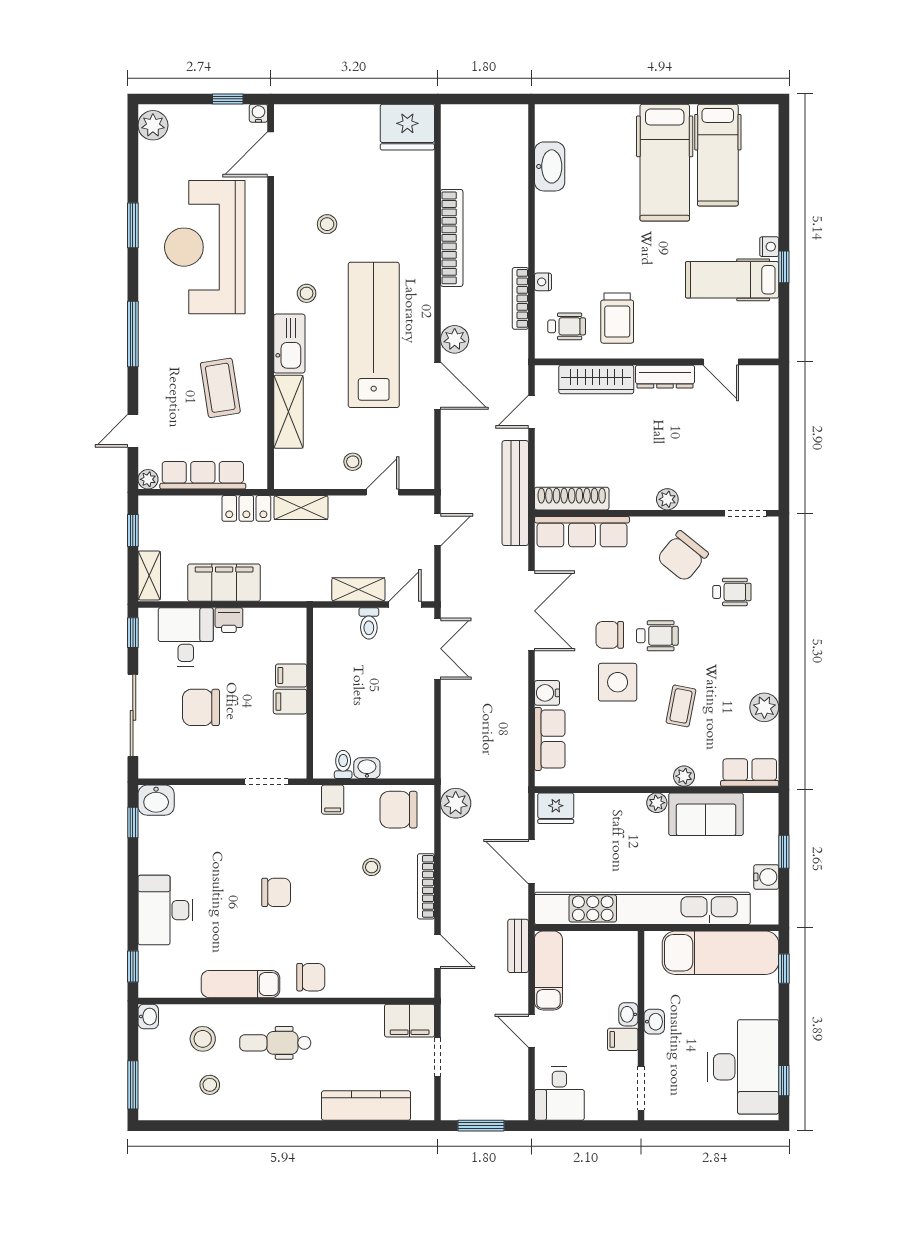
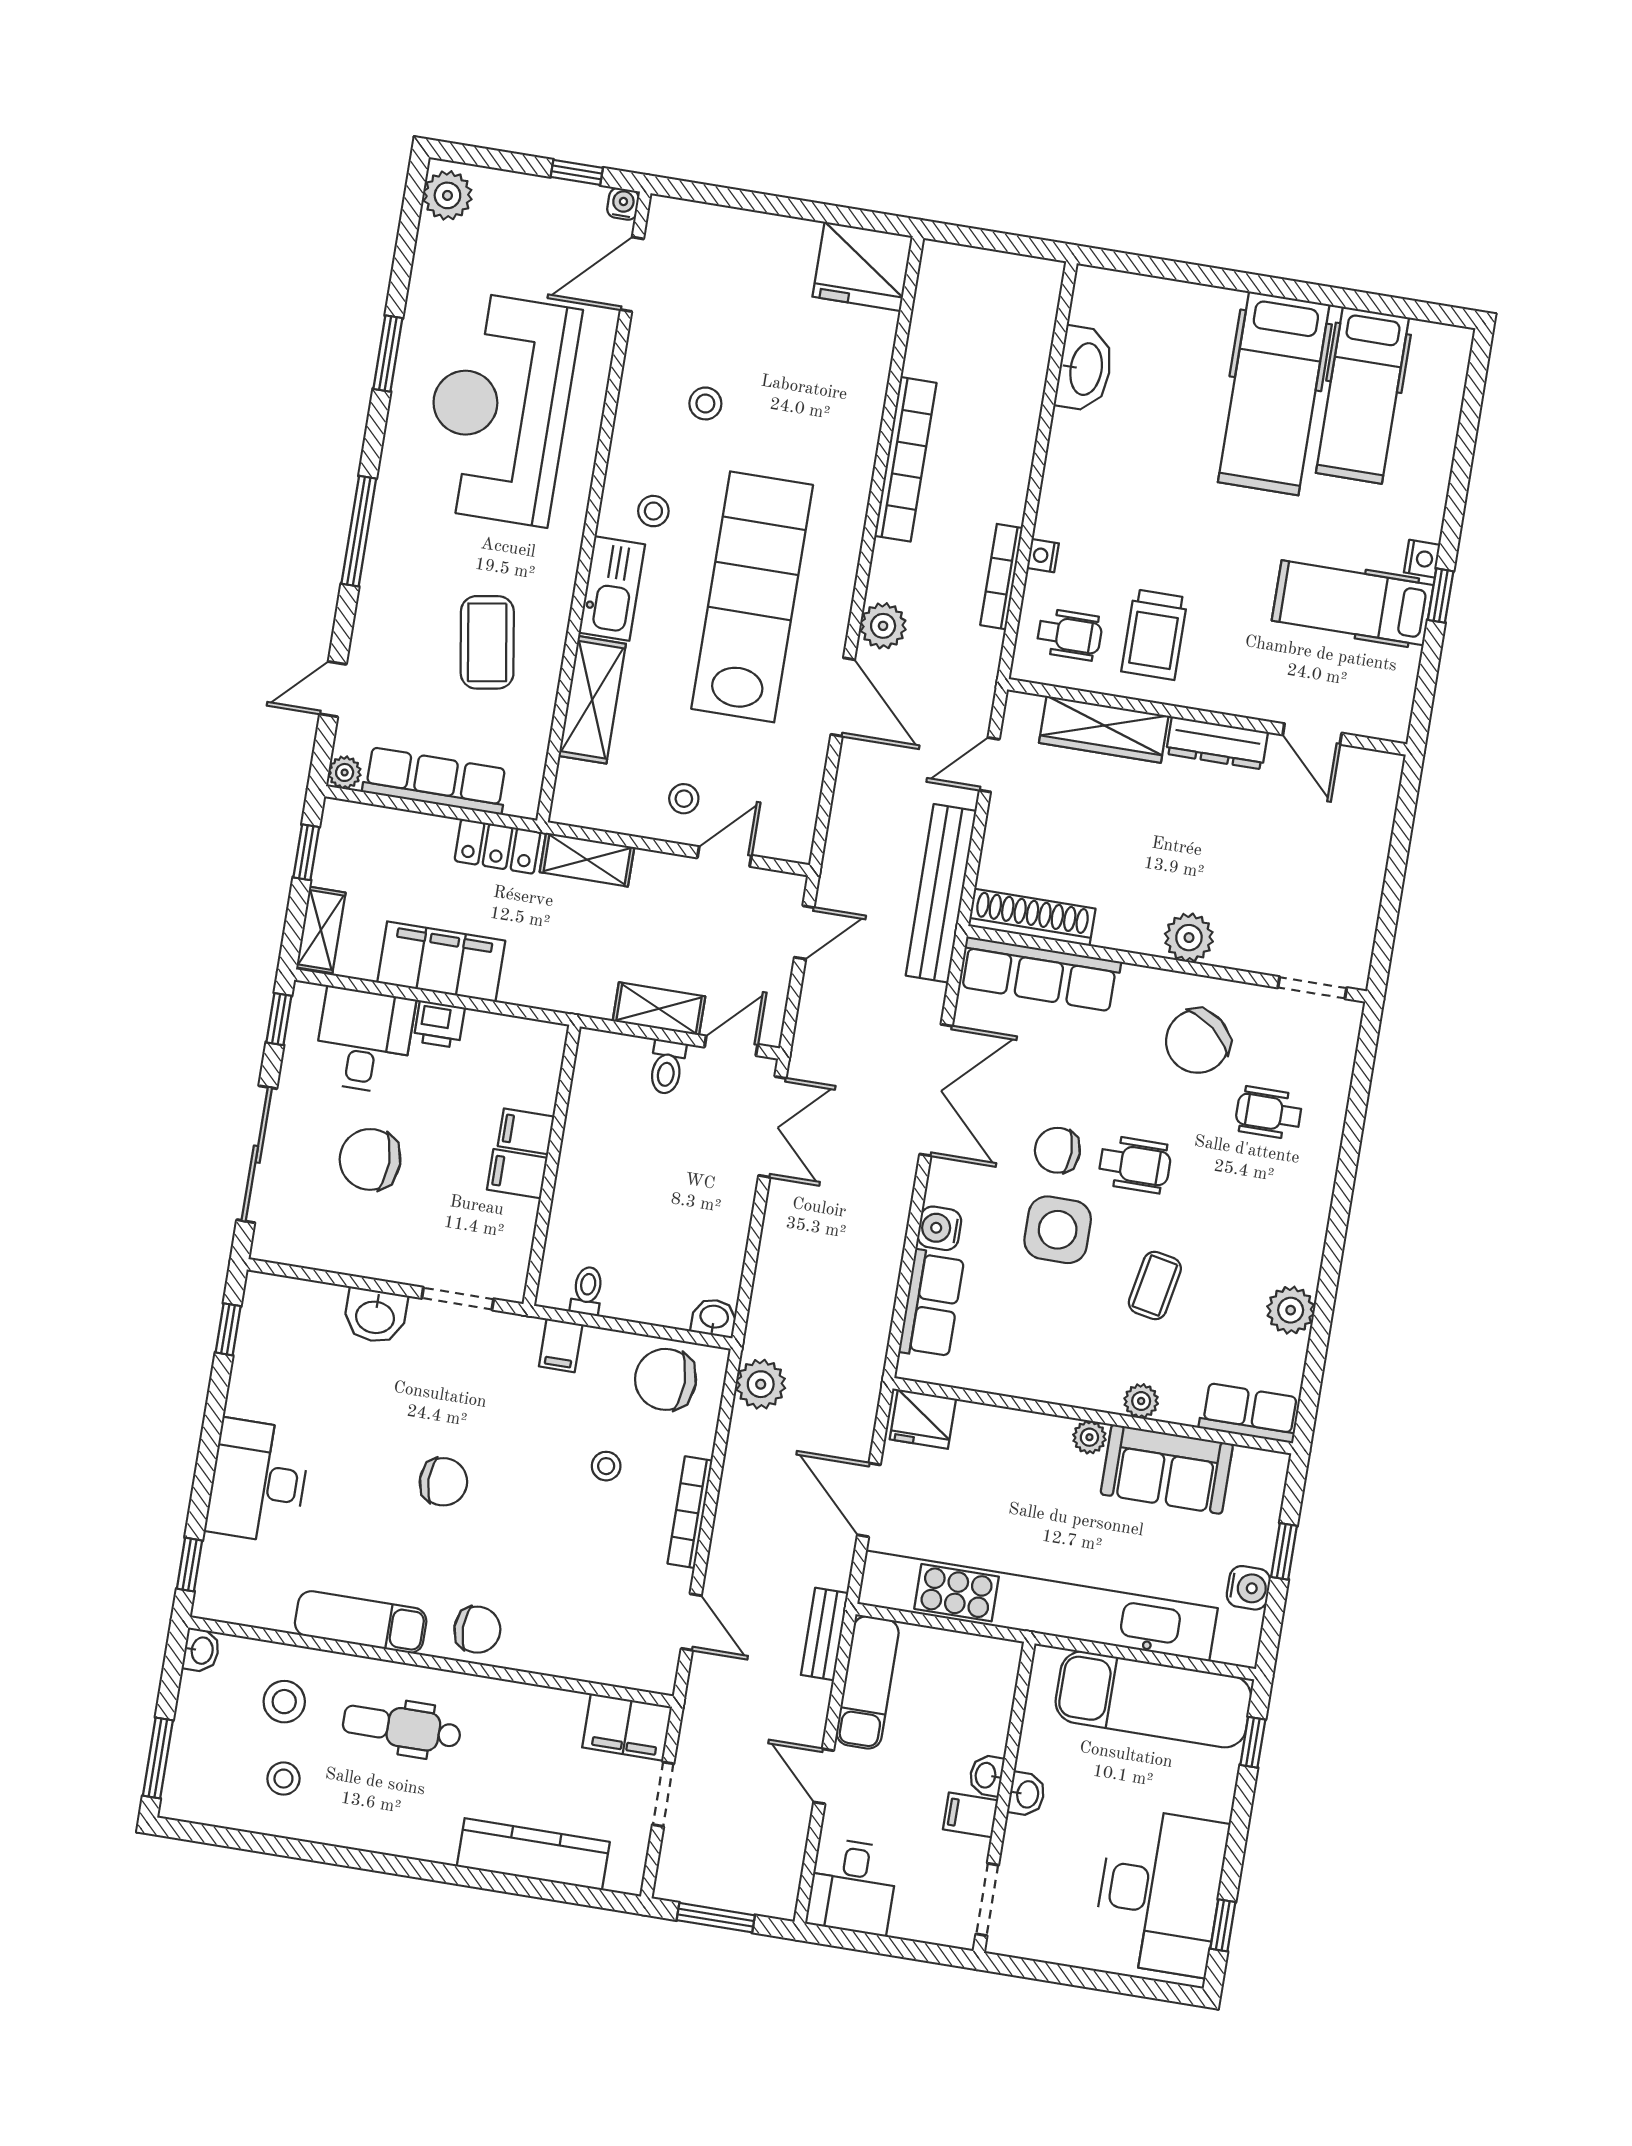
plant: (667, 499) -> (1189, 938), width x1.38, depth x1.38
wheelchair: (732, 592) -> (1269, 1113), turned 180
washbasin: (367, 768) -> (714, 1318), moved
washbasin: (156, 800) -> (375, 1316), moved

